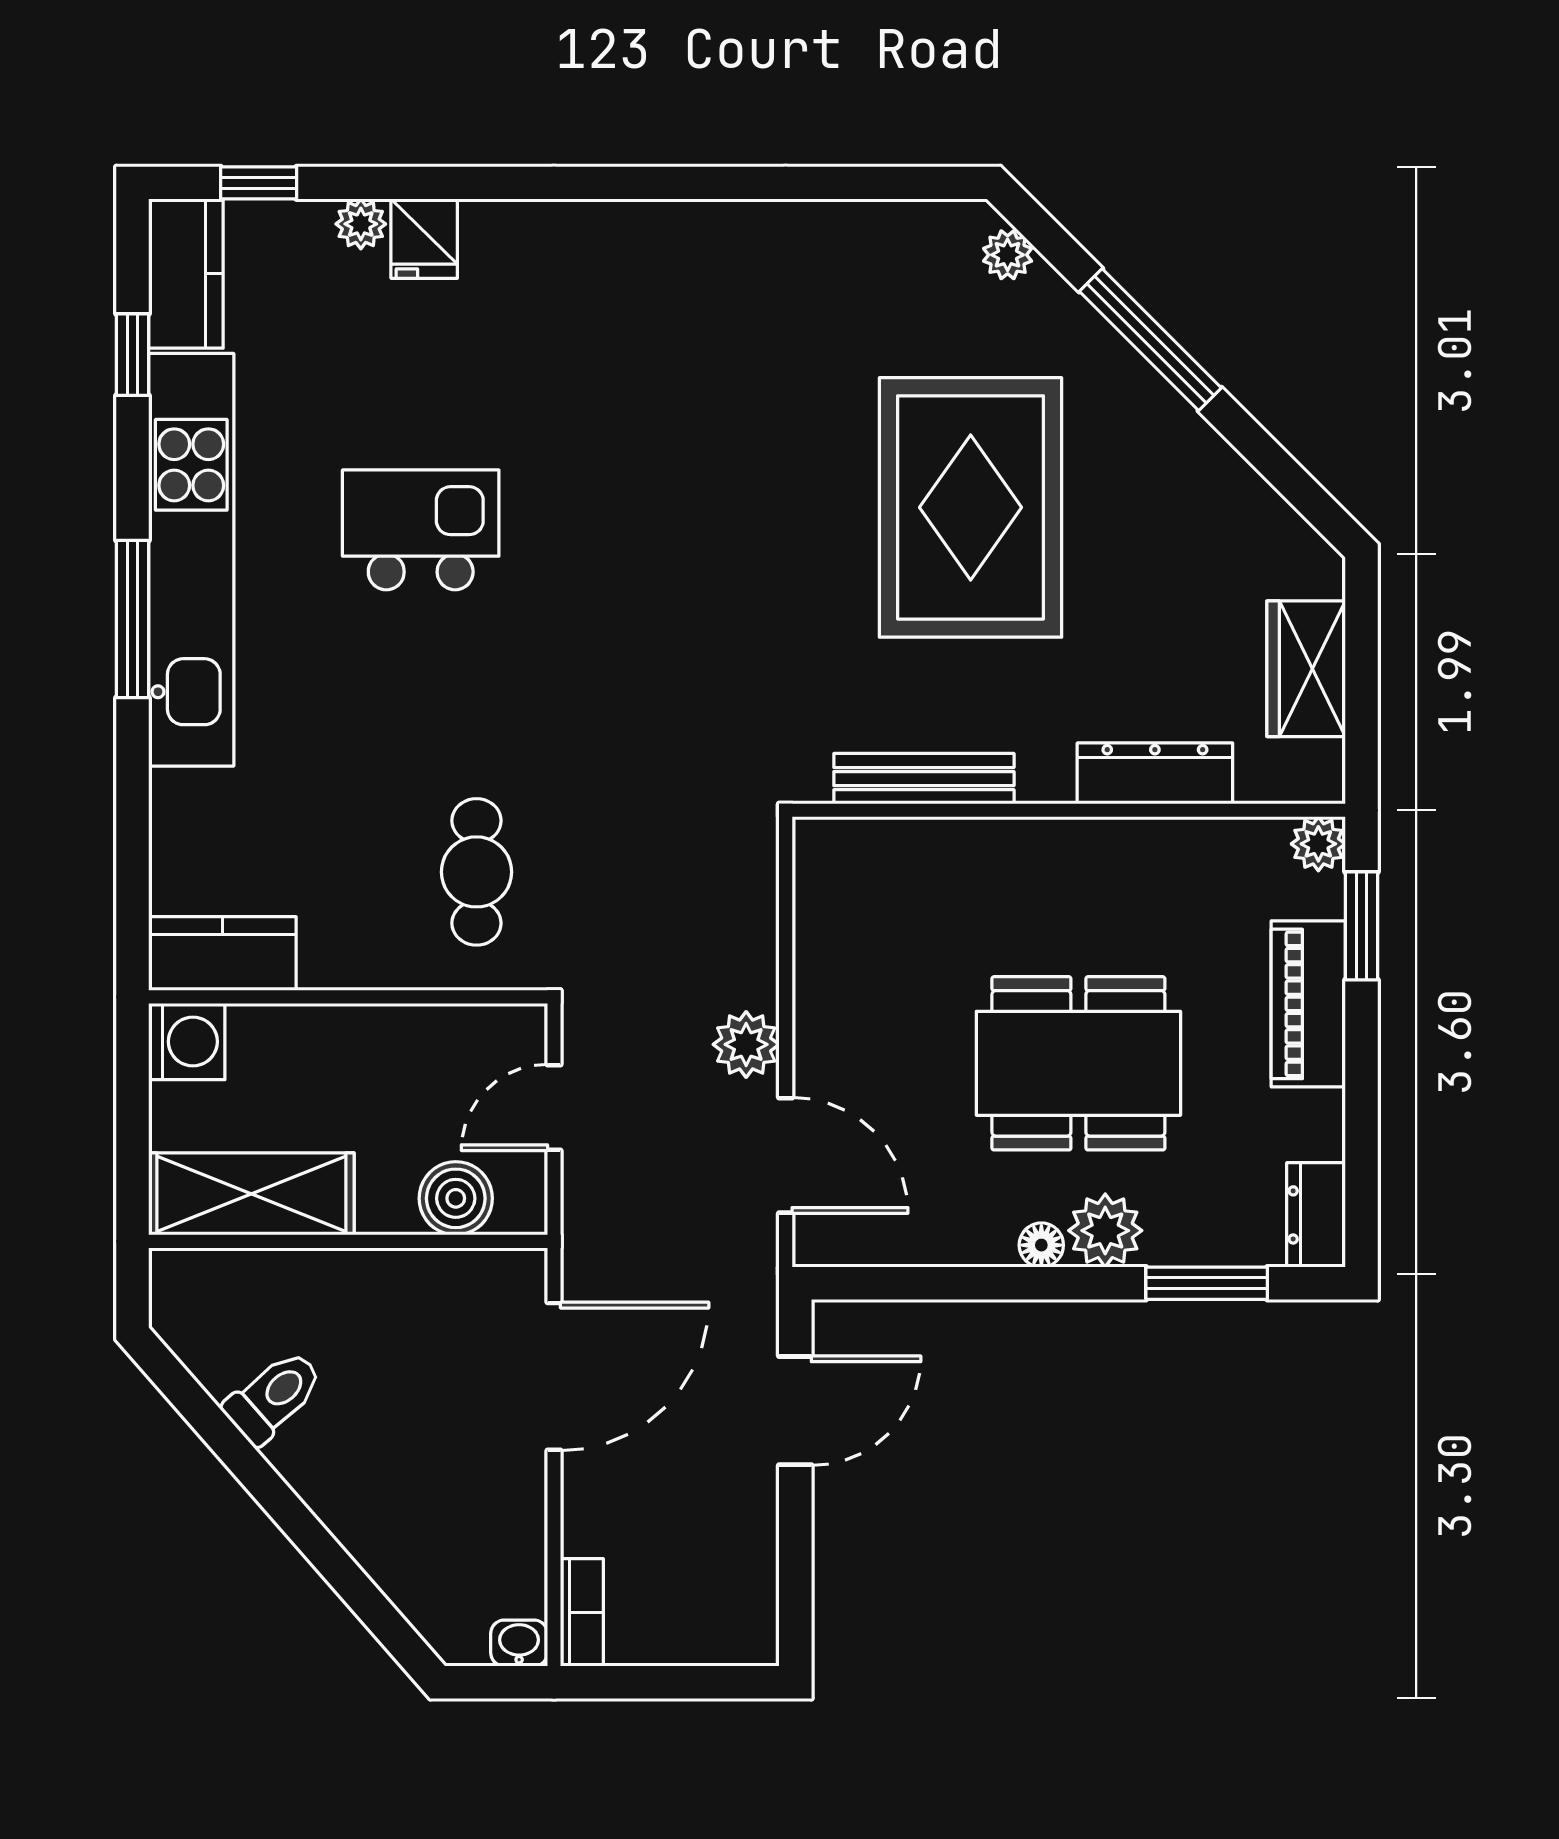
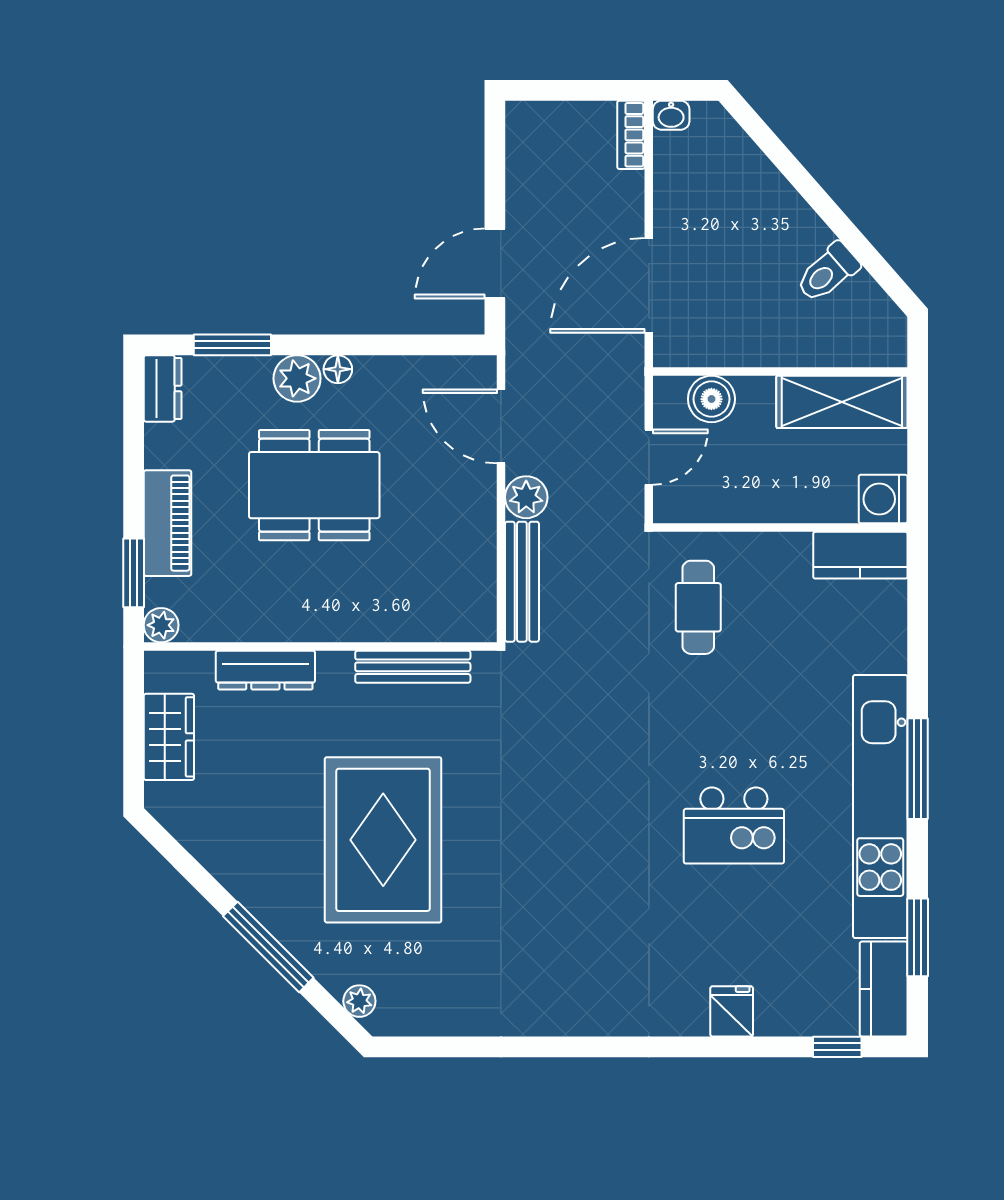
plant: (361, 224) -> (772, 1021), removed
window: (133, 355) -> (918, 937), width x1.50
bench: (753, 912) -> (522, 582), added

